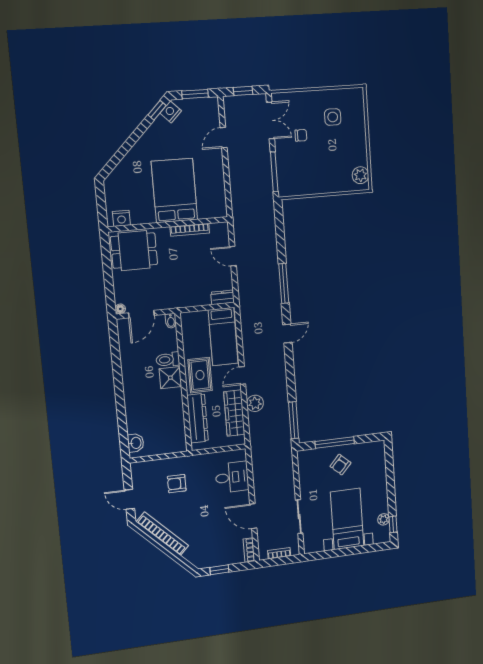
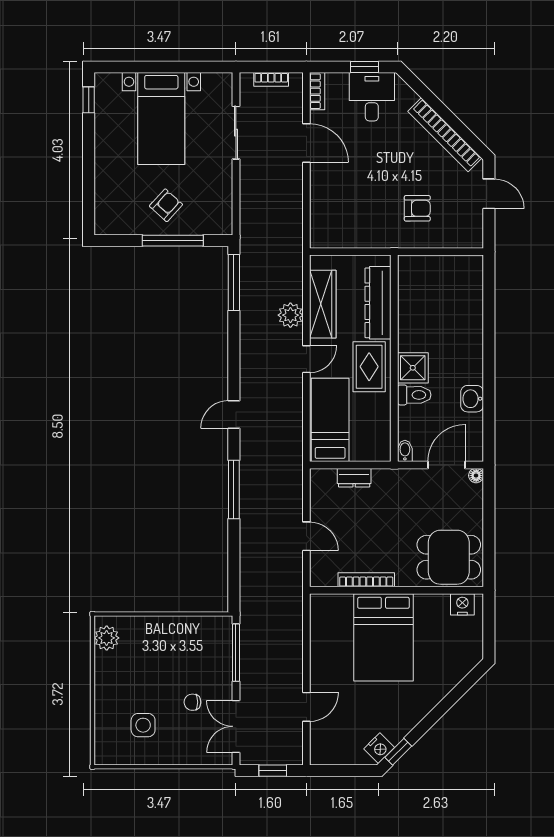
window: (195, 94) -> (342, 771), removed
dresser: (223, 297) -> (354, 478), moved
washbasin: (136, 443) -> (472, 399), moved
desk: (232, 477) -> (372, 97), moved, turned 90
plant: (384, 519) -> (103, 110), removed

